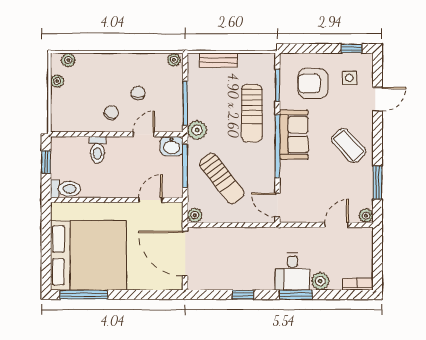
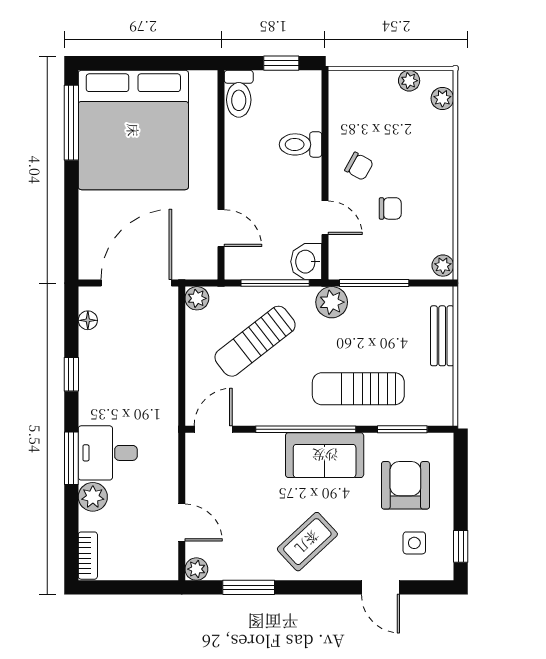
floor lamp: (209, 284) -> (88, 320), added

